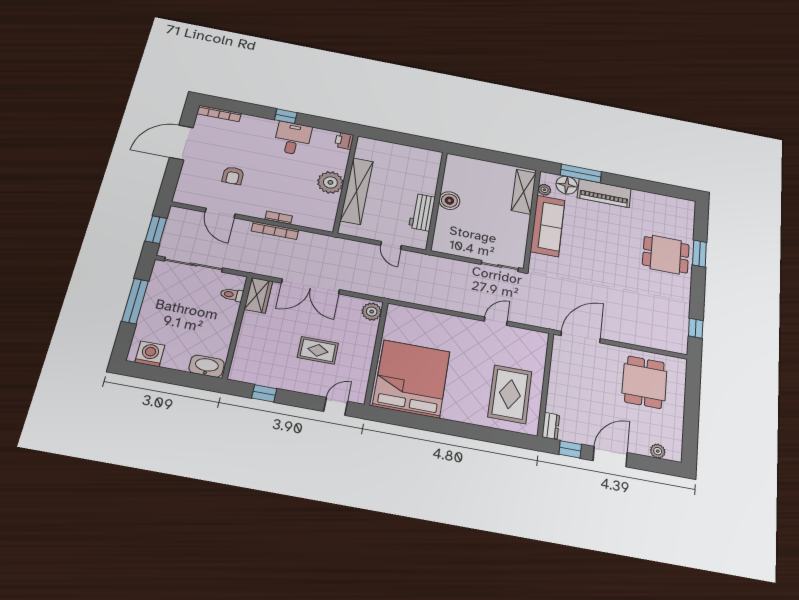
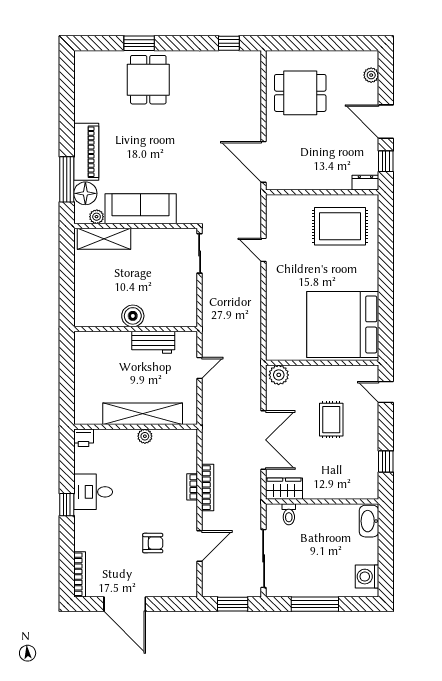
plant: (330, 182) -> (145, 436), width x0.53, depth x0.53

